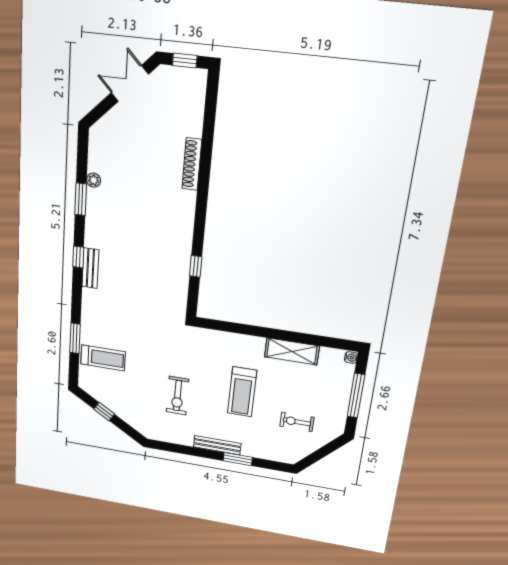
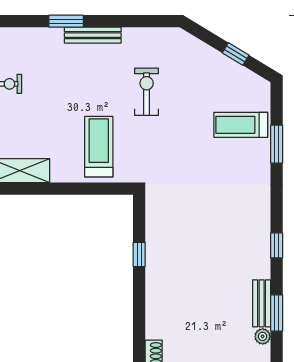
bench: (90, 268) -> (262, 303), moved
treadmill: (242, 392) -> (99, 147), moved

